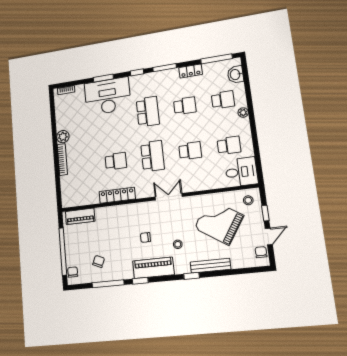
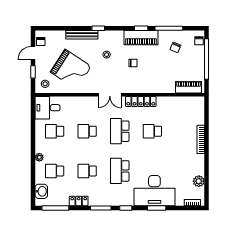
plant: (63, 137) -> (199, 181), moved
locker: (117, 195) -> (141, 101), moved
piano: (153, 268) -> (141, 38), moved

